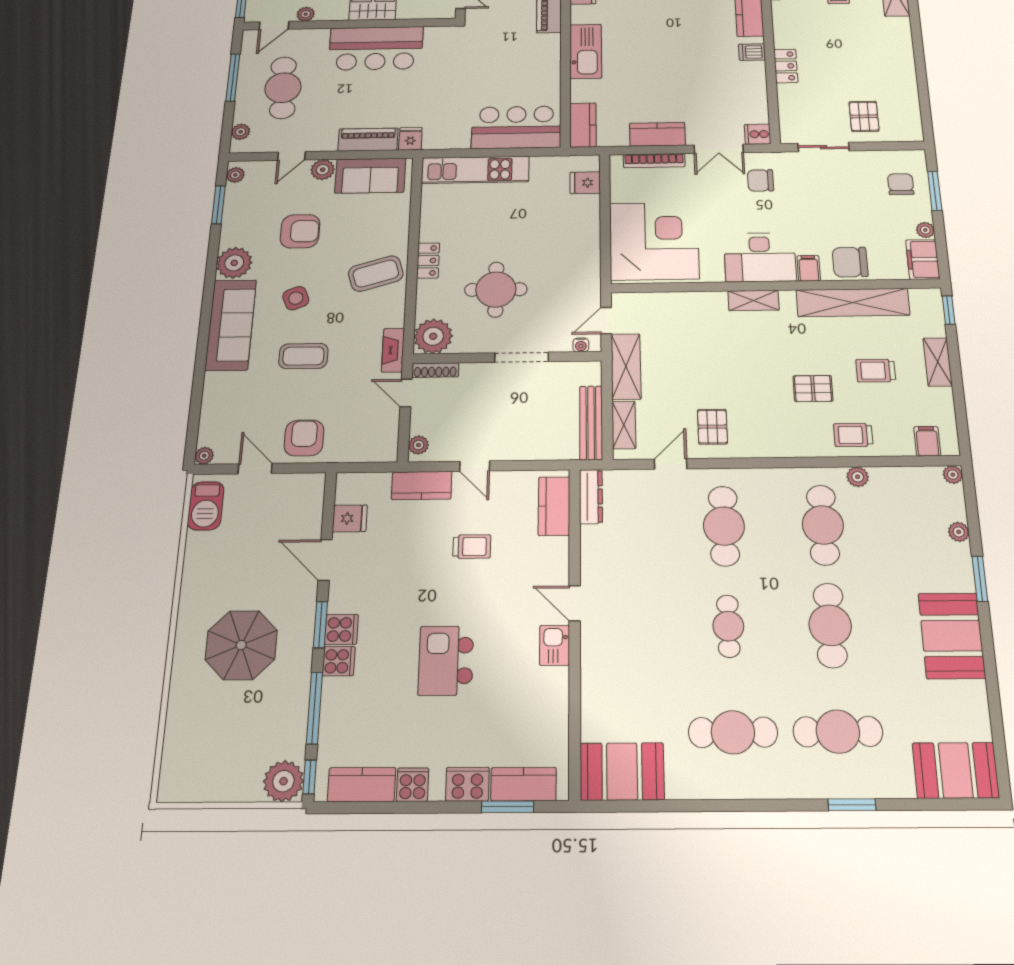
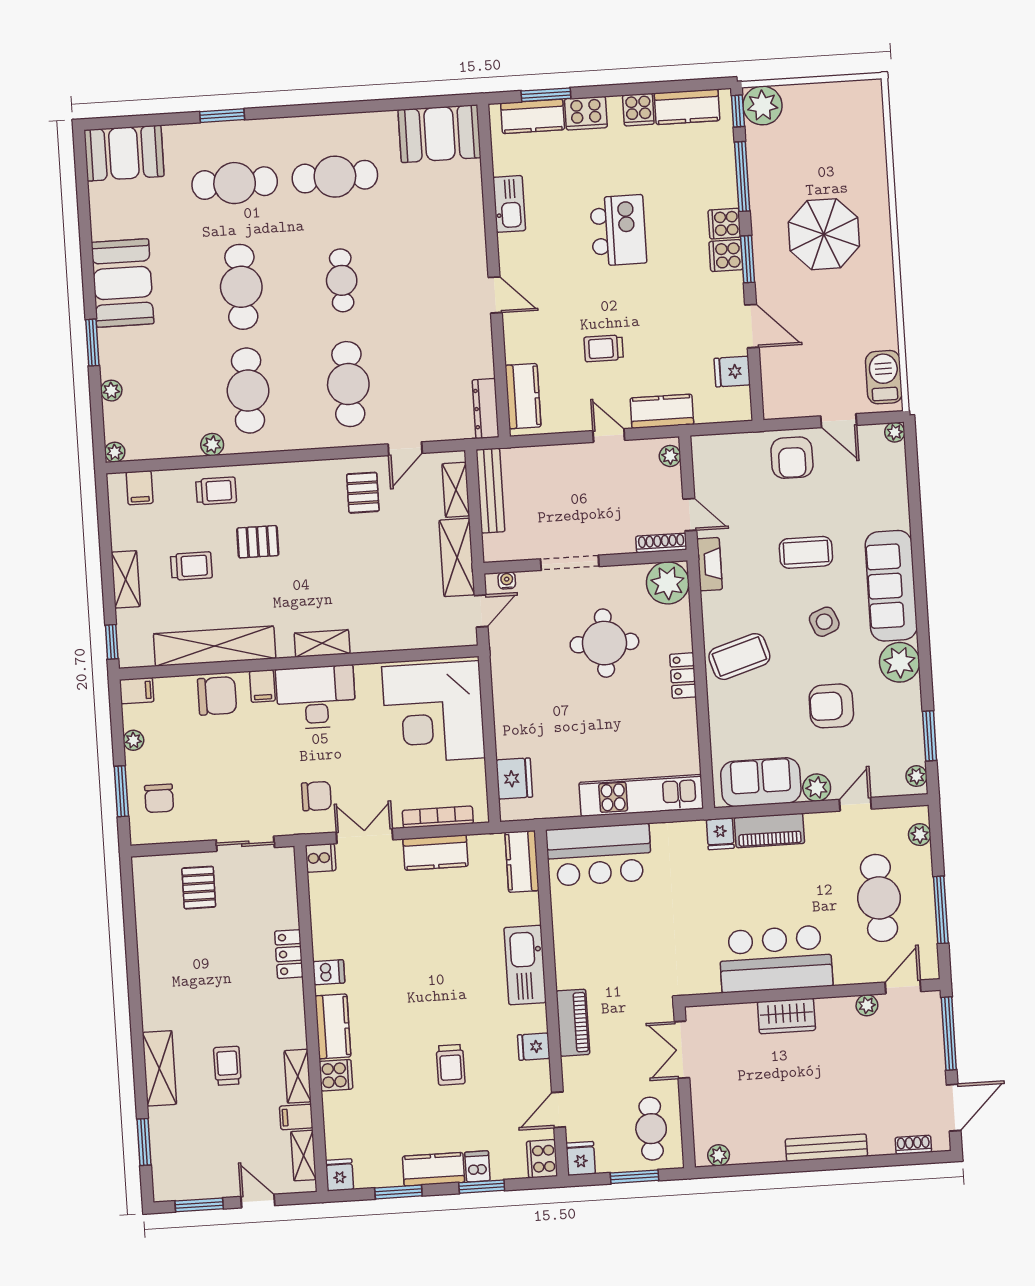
fridge: (585, 183) -> (514, 779), width x1.38
filing cabinet: (923, 259) -> (137, 691), width x0.50
kitchen sink: (555, 645) -> (509, 204), moved, width x1.38

